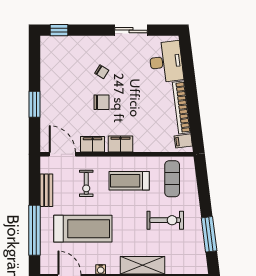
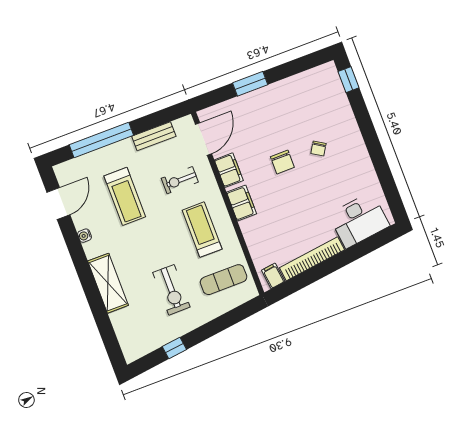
sliding door: (131, 30) -> (381, 165), removed
treadmill: (83, 229) -> (125, 196), width x0.73, depth x0.73
window: (209, 234) -> (174, 348), width x0.46

